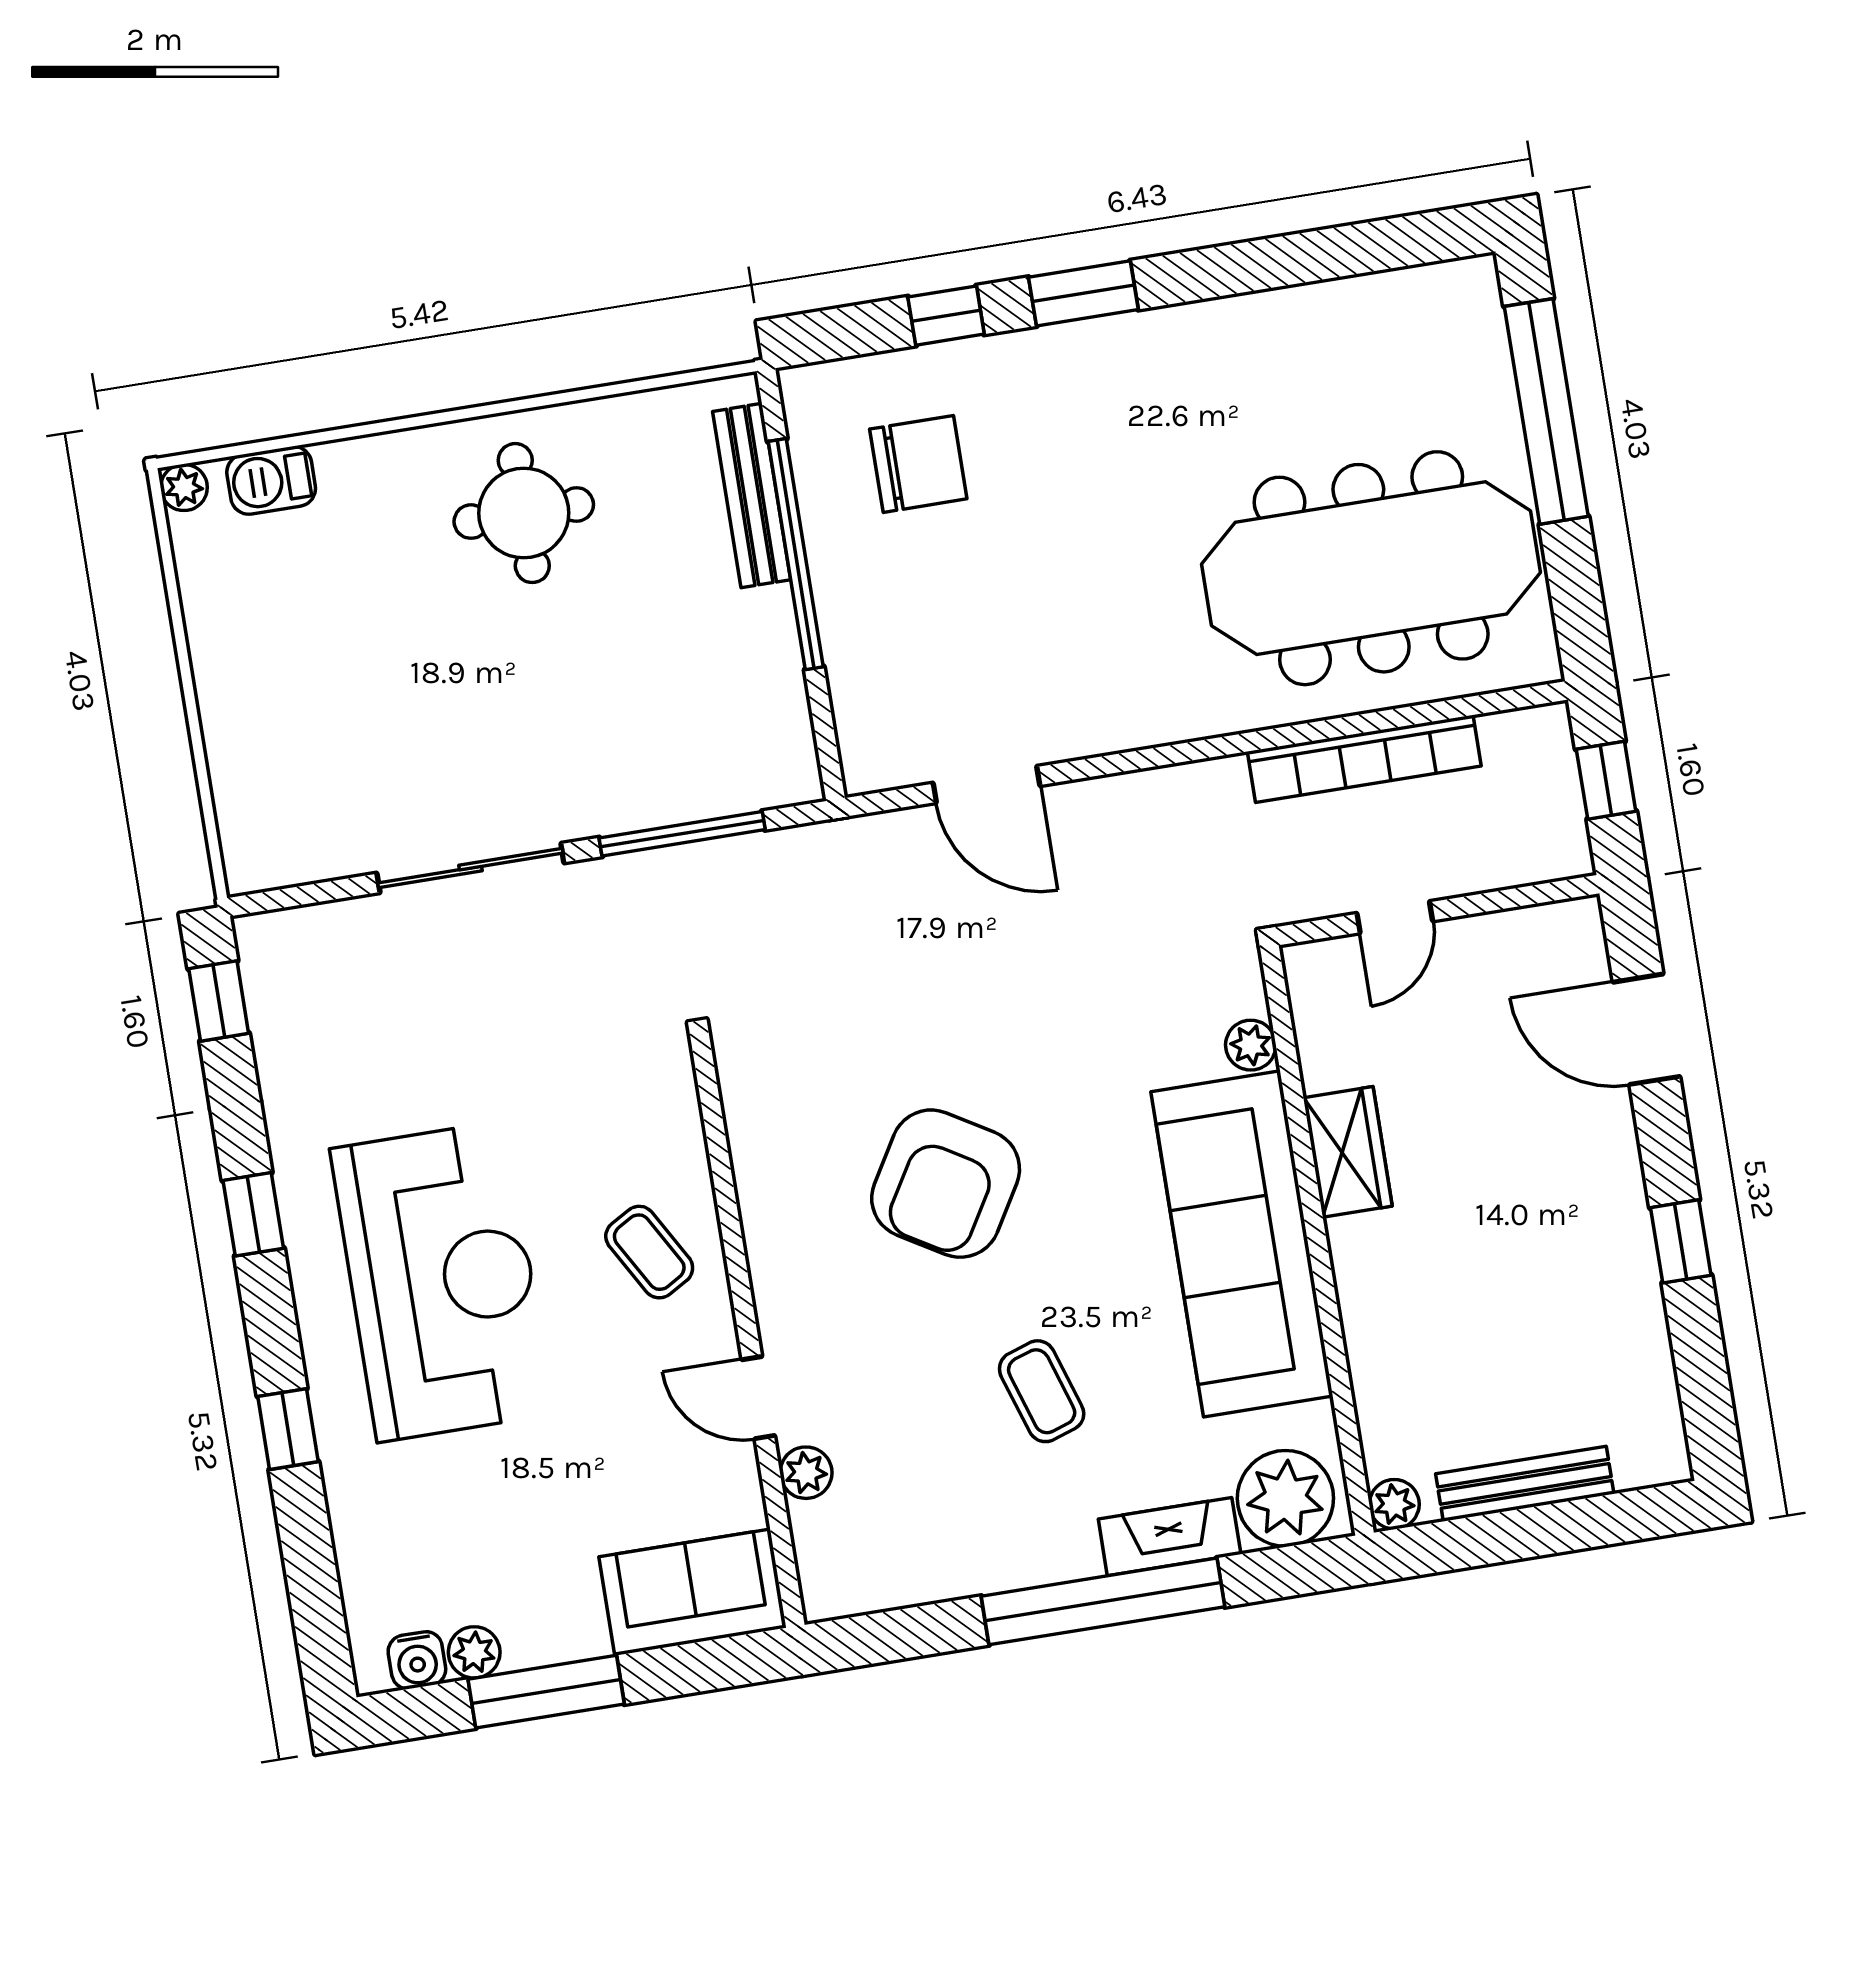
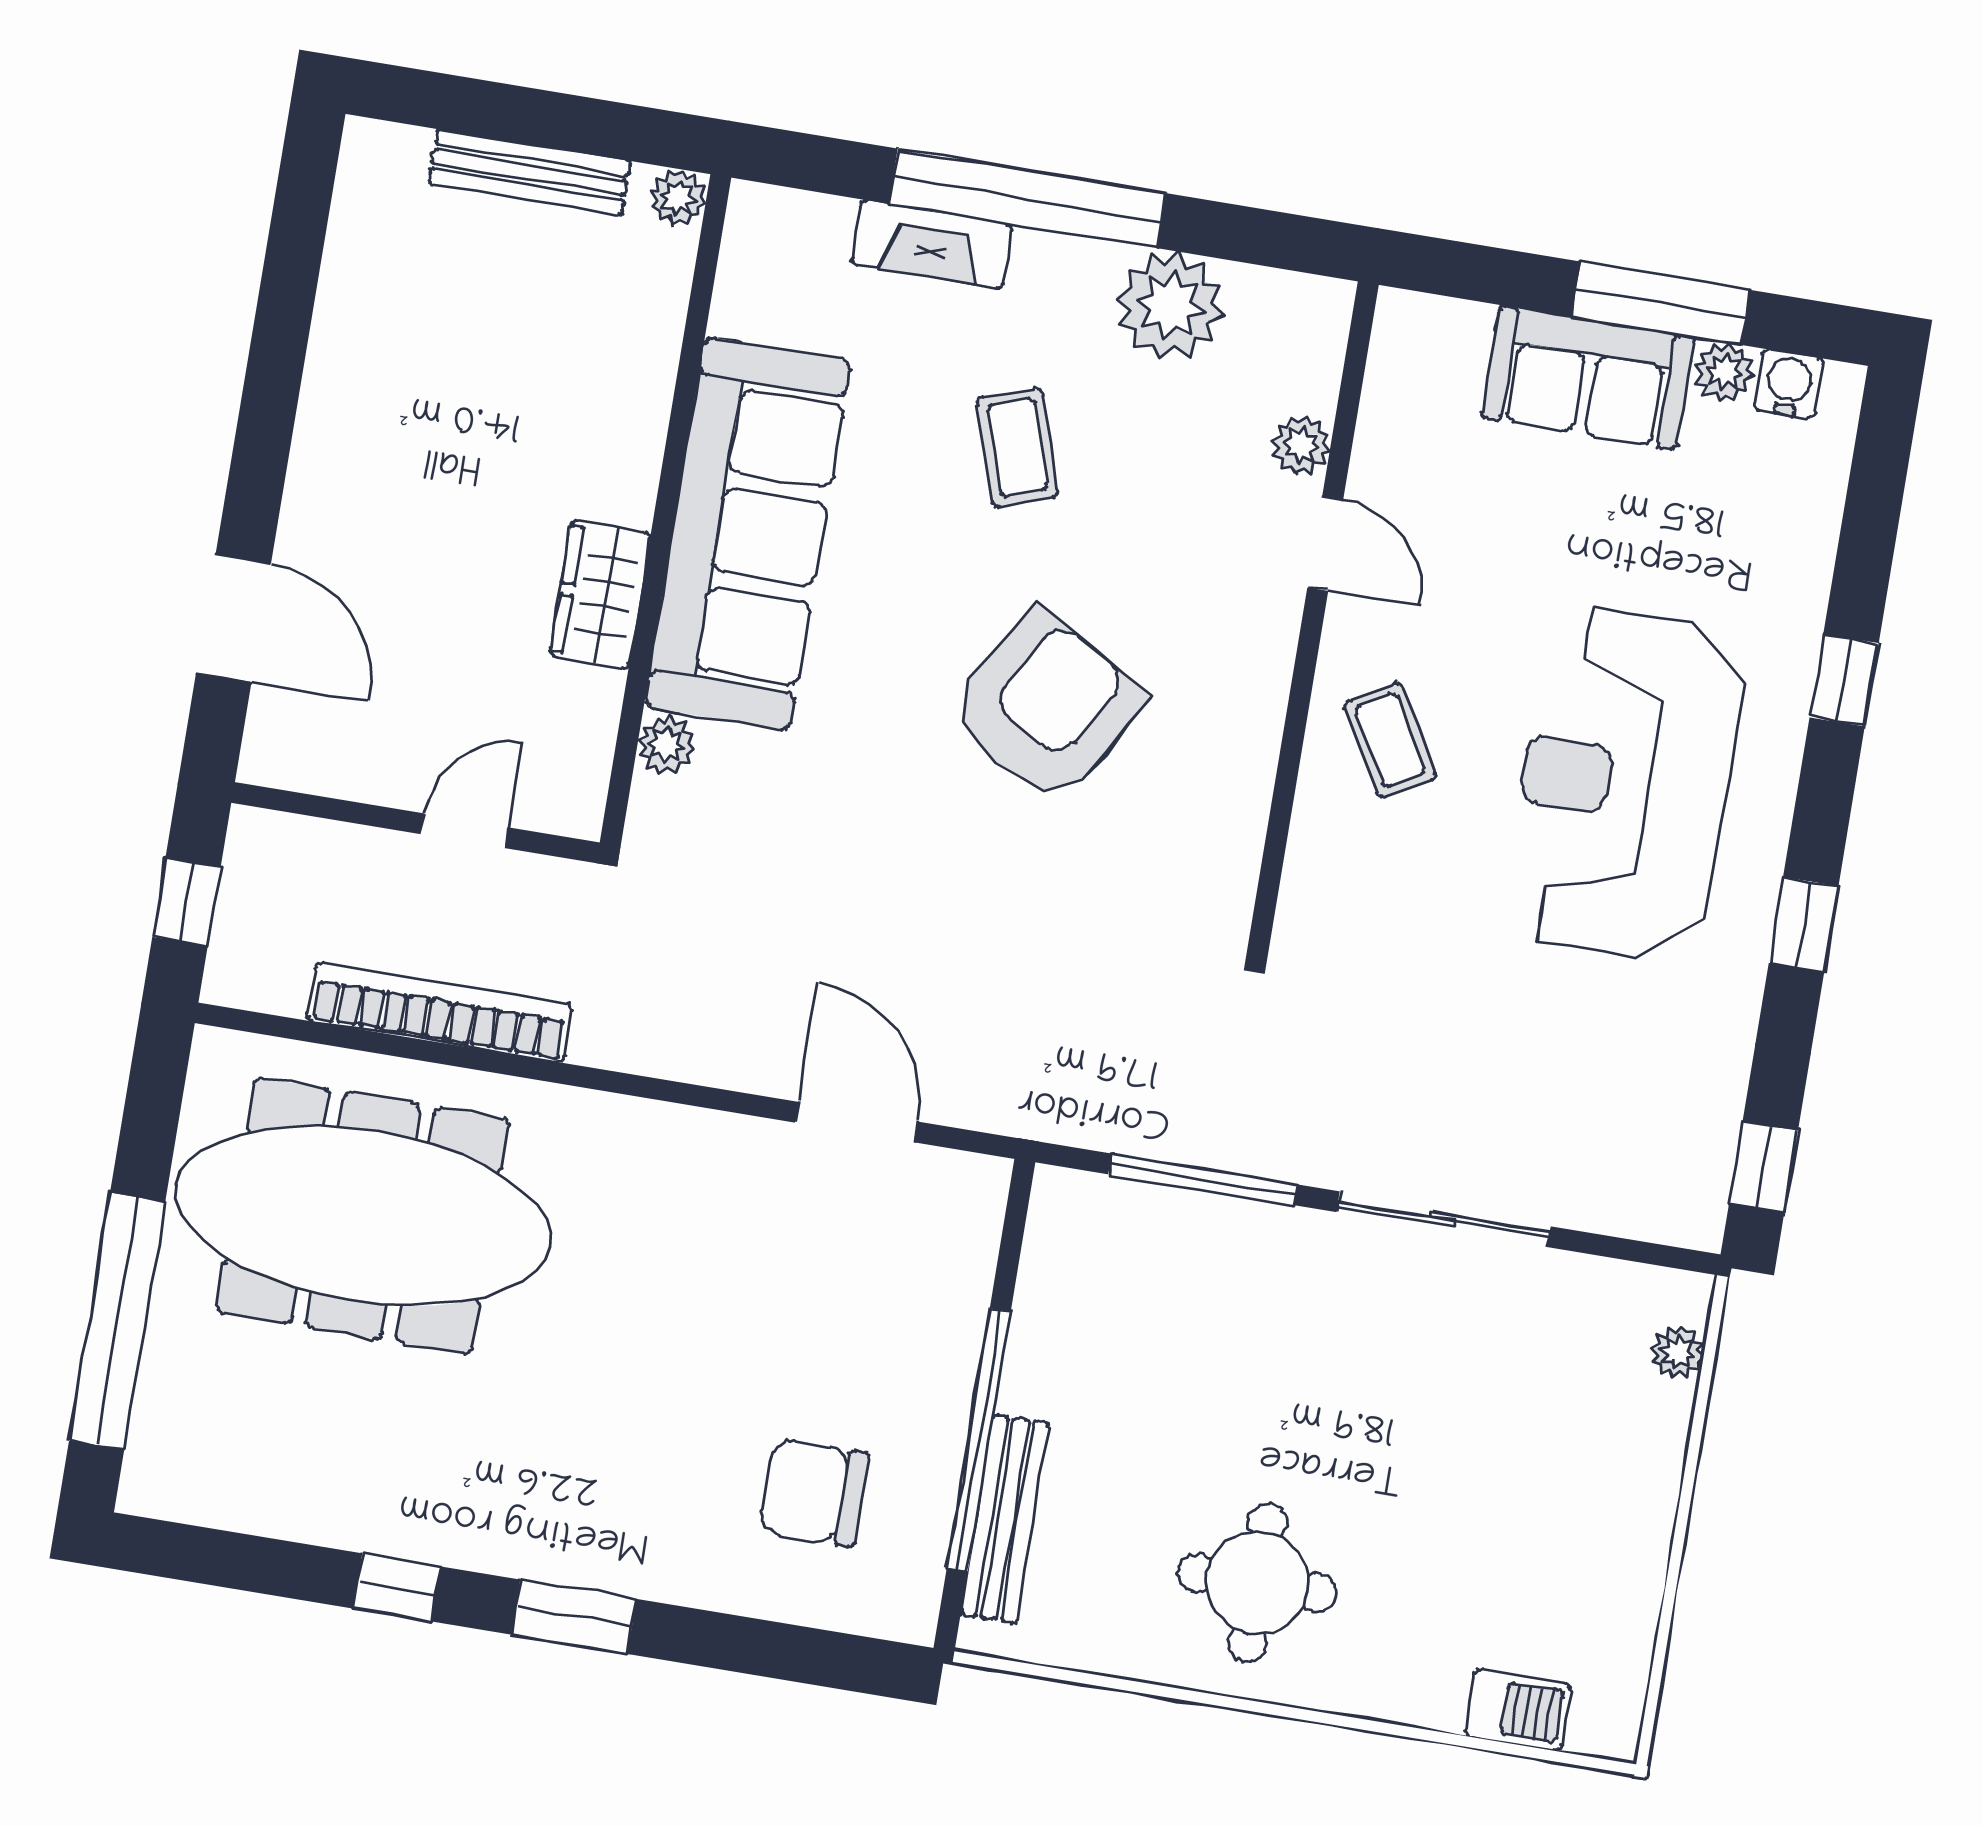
window: (946, 316) -> (397, 1587), moved
plant: (184, 487) -> (1678, 1352), moved
window: (1681, 1241) -> (273, 377), removed
plant: (1285, 1498) -> (1170, 306), moved
sofa: (693, 1592) -> (1588, 377), moved

